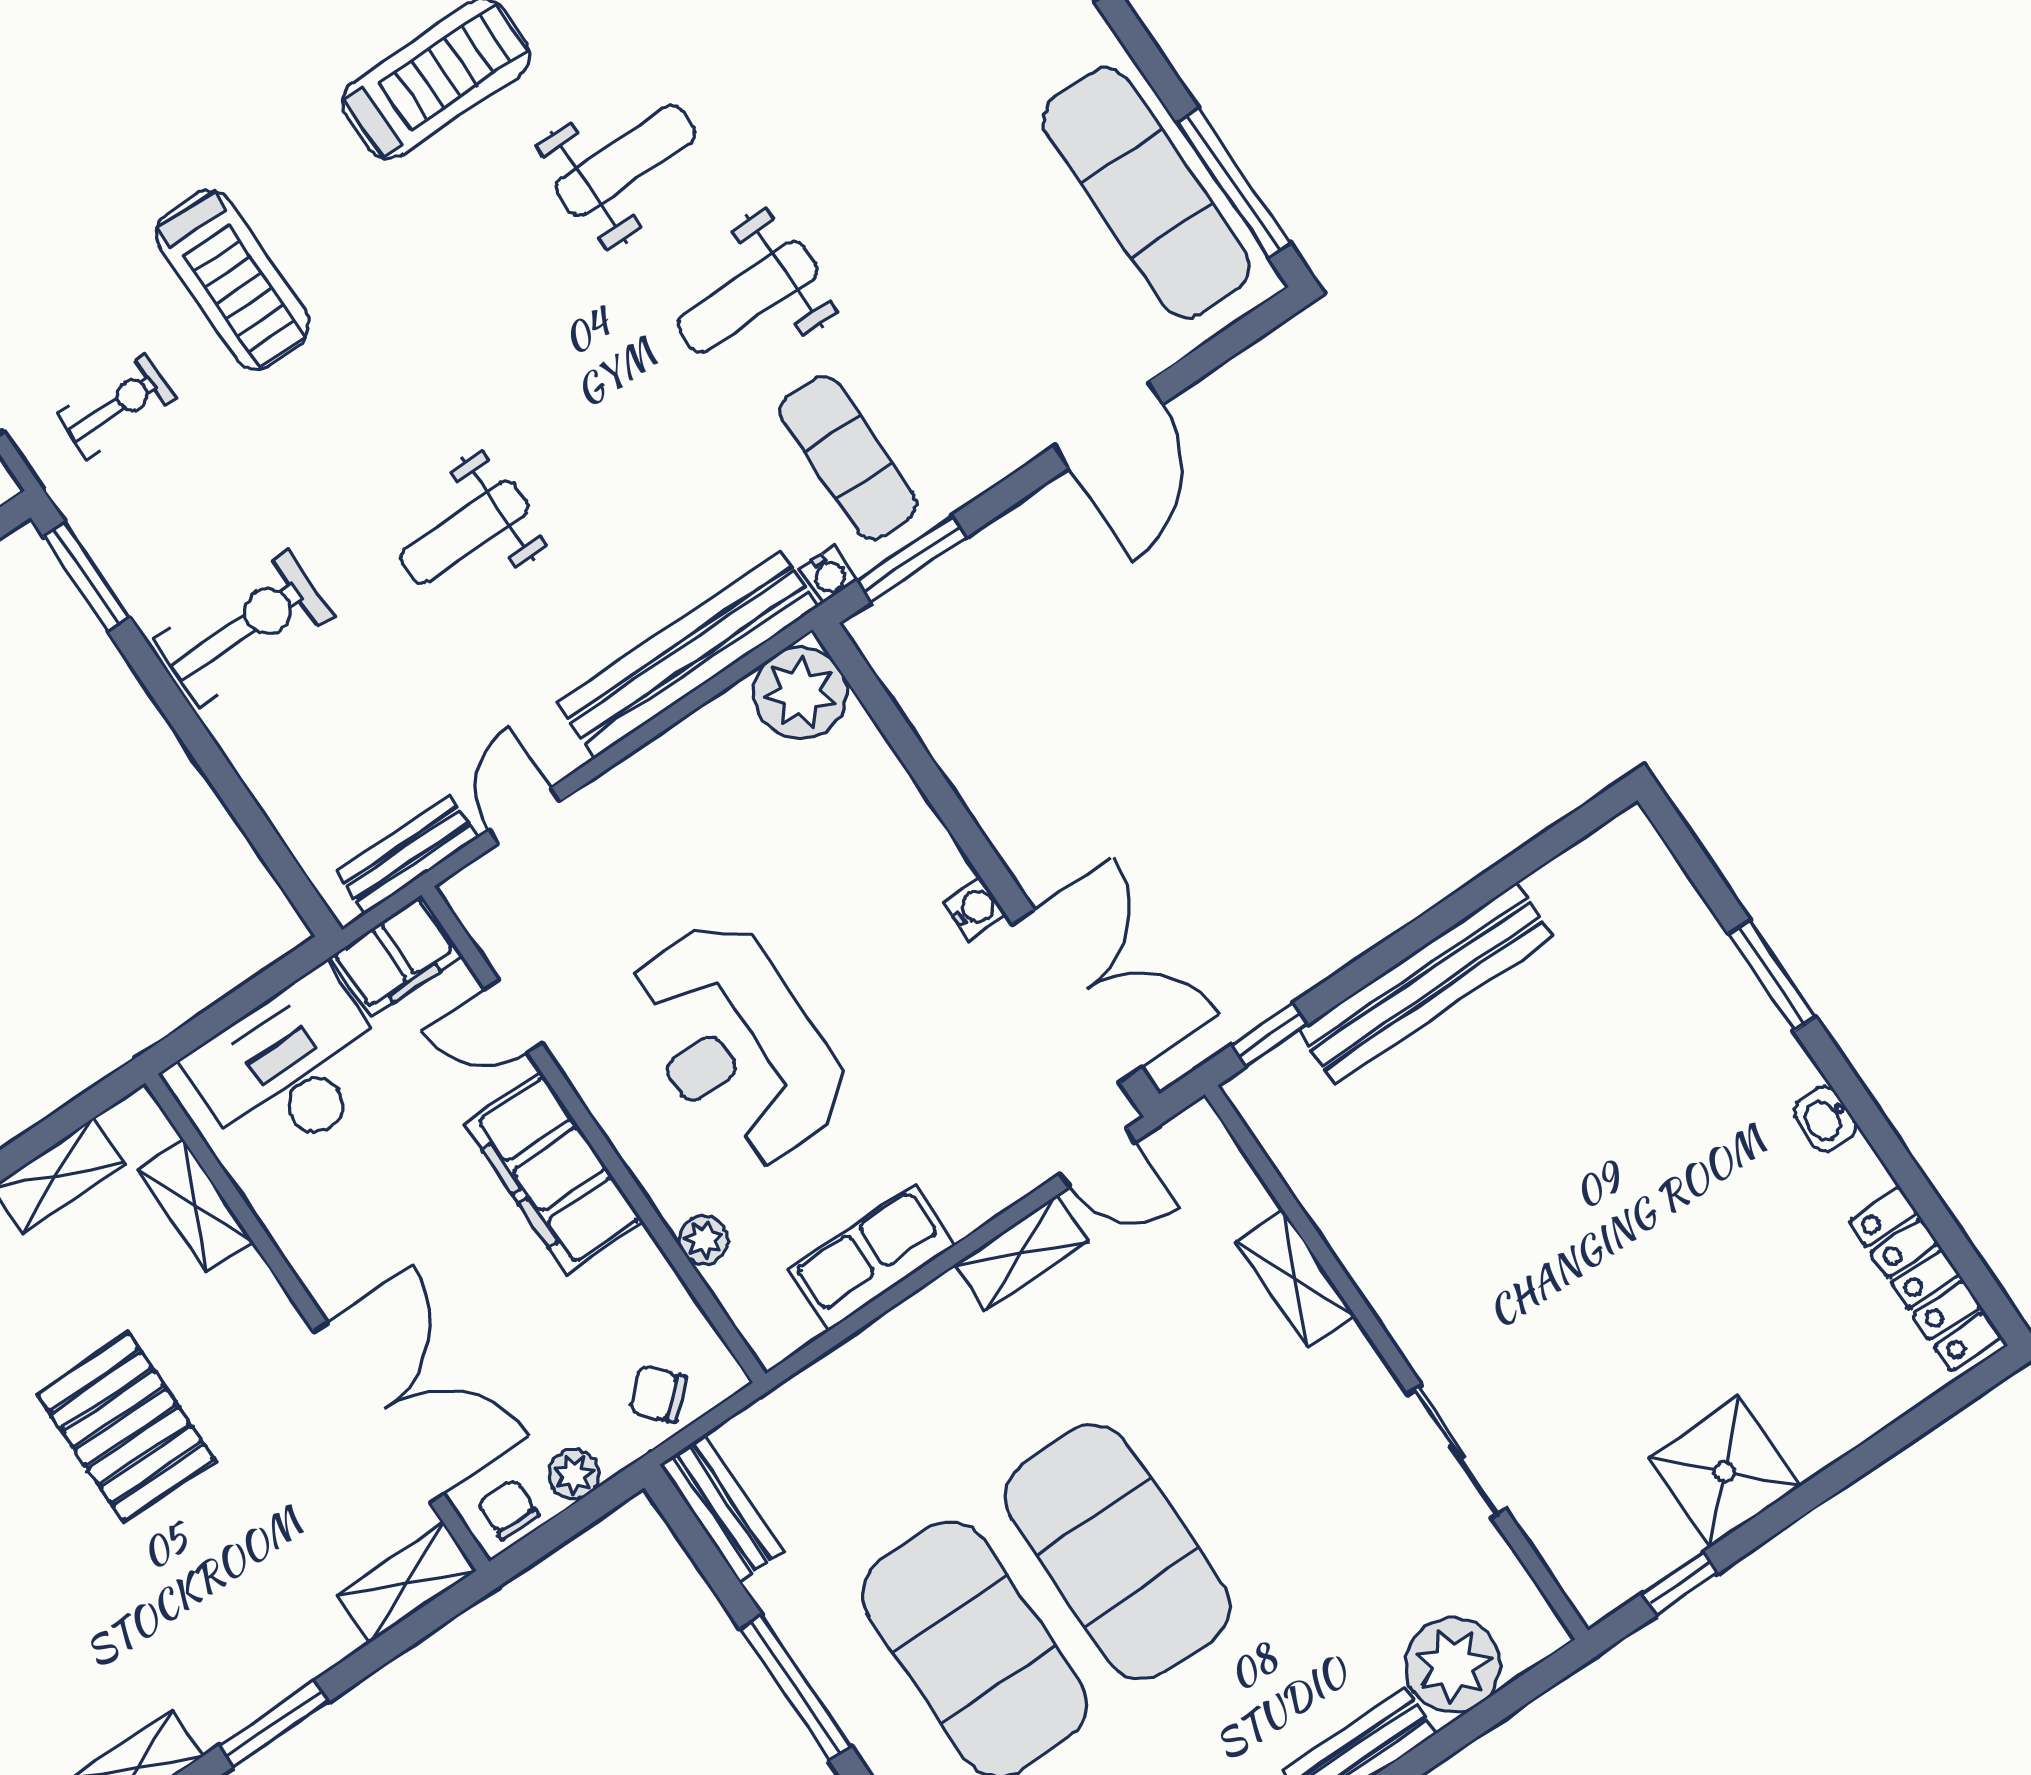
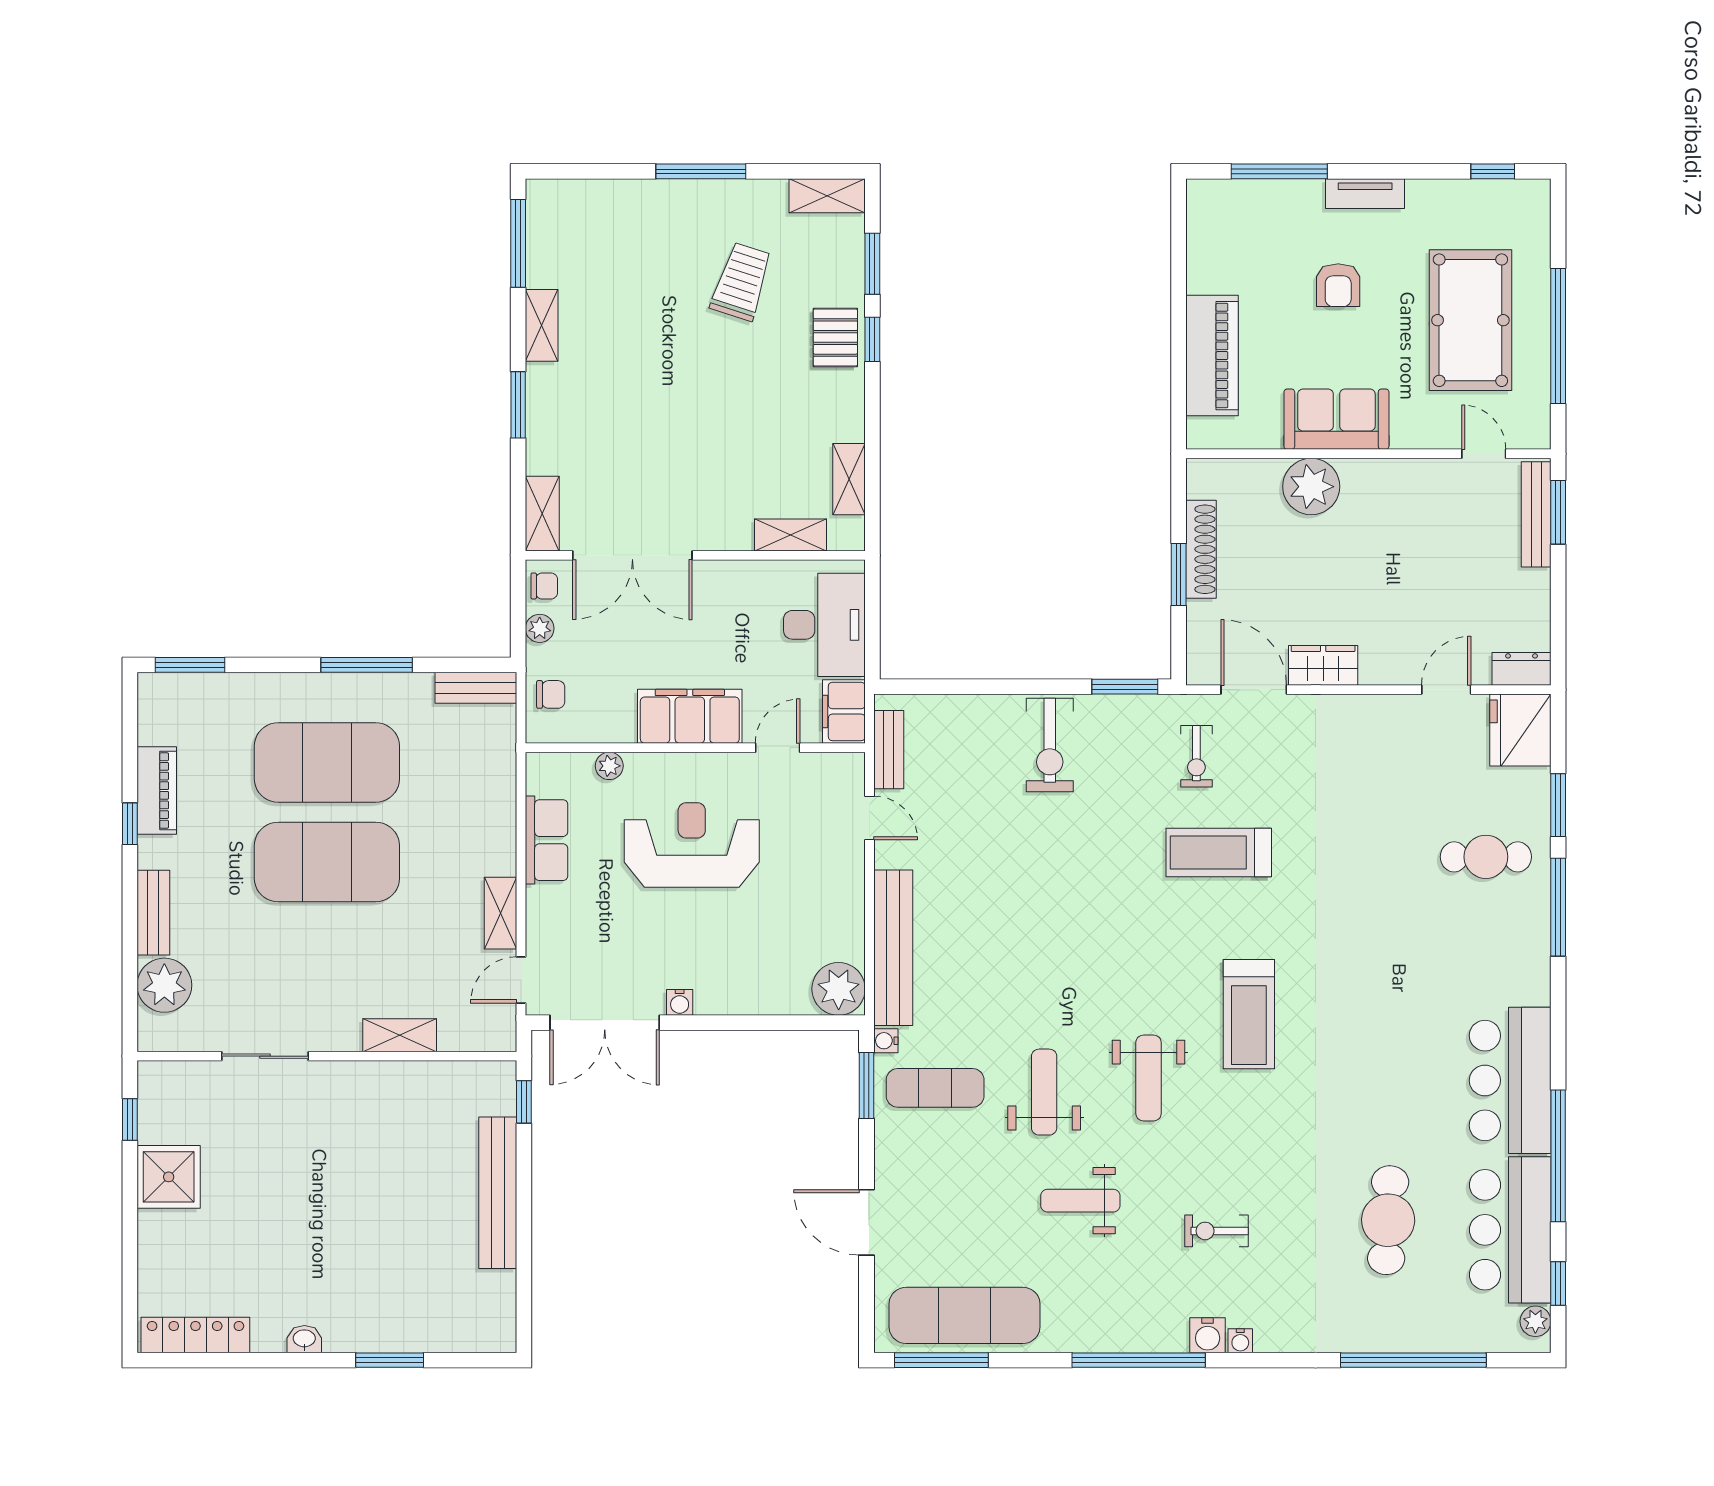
weight bench: (464, 532) -> (1080, 1201), moved, turned -90
chair: (658, 1394) -> (551, 694), turned 42
pallet: (126, 1427) -> (707, 430), removed

